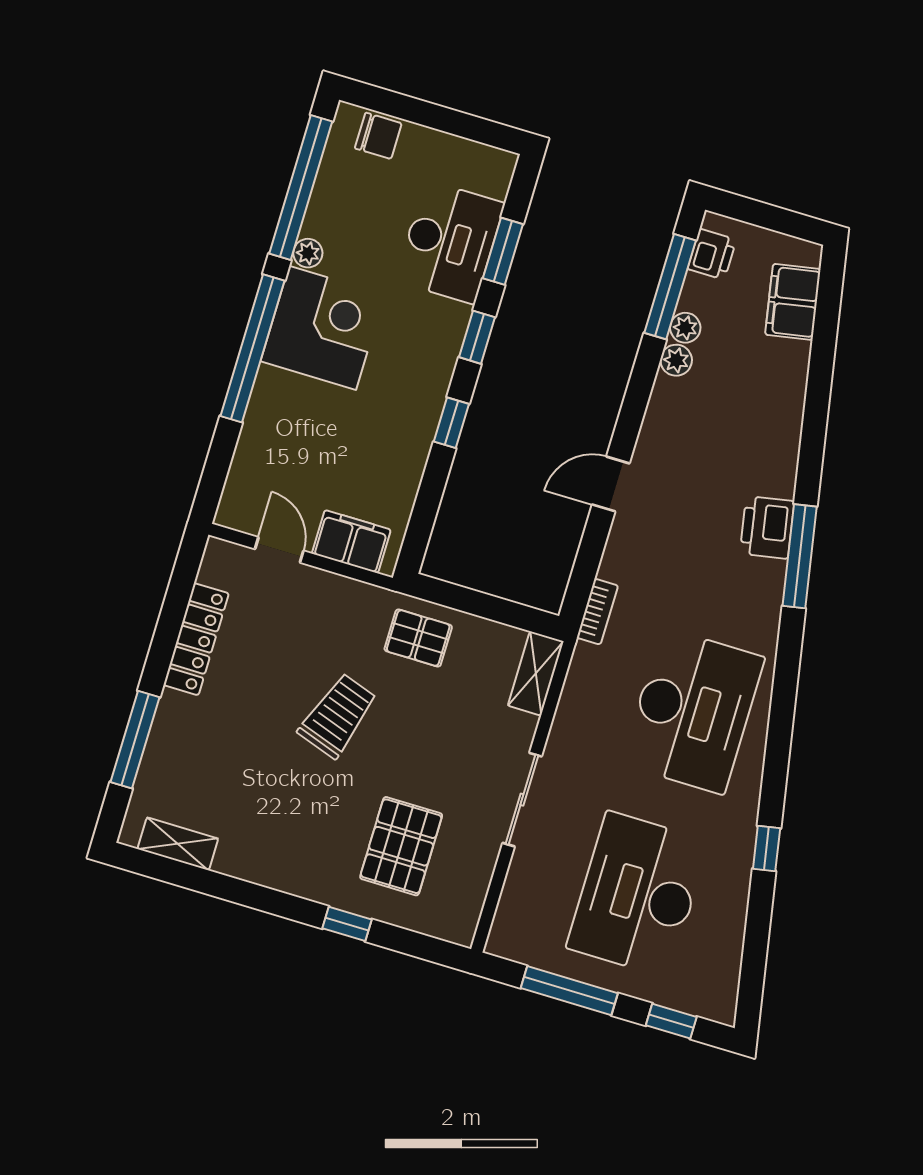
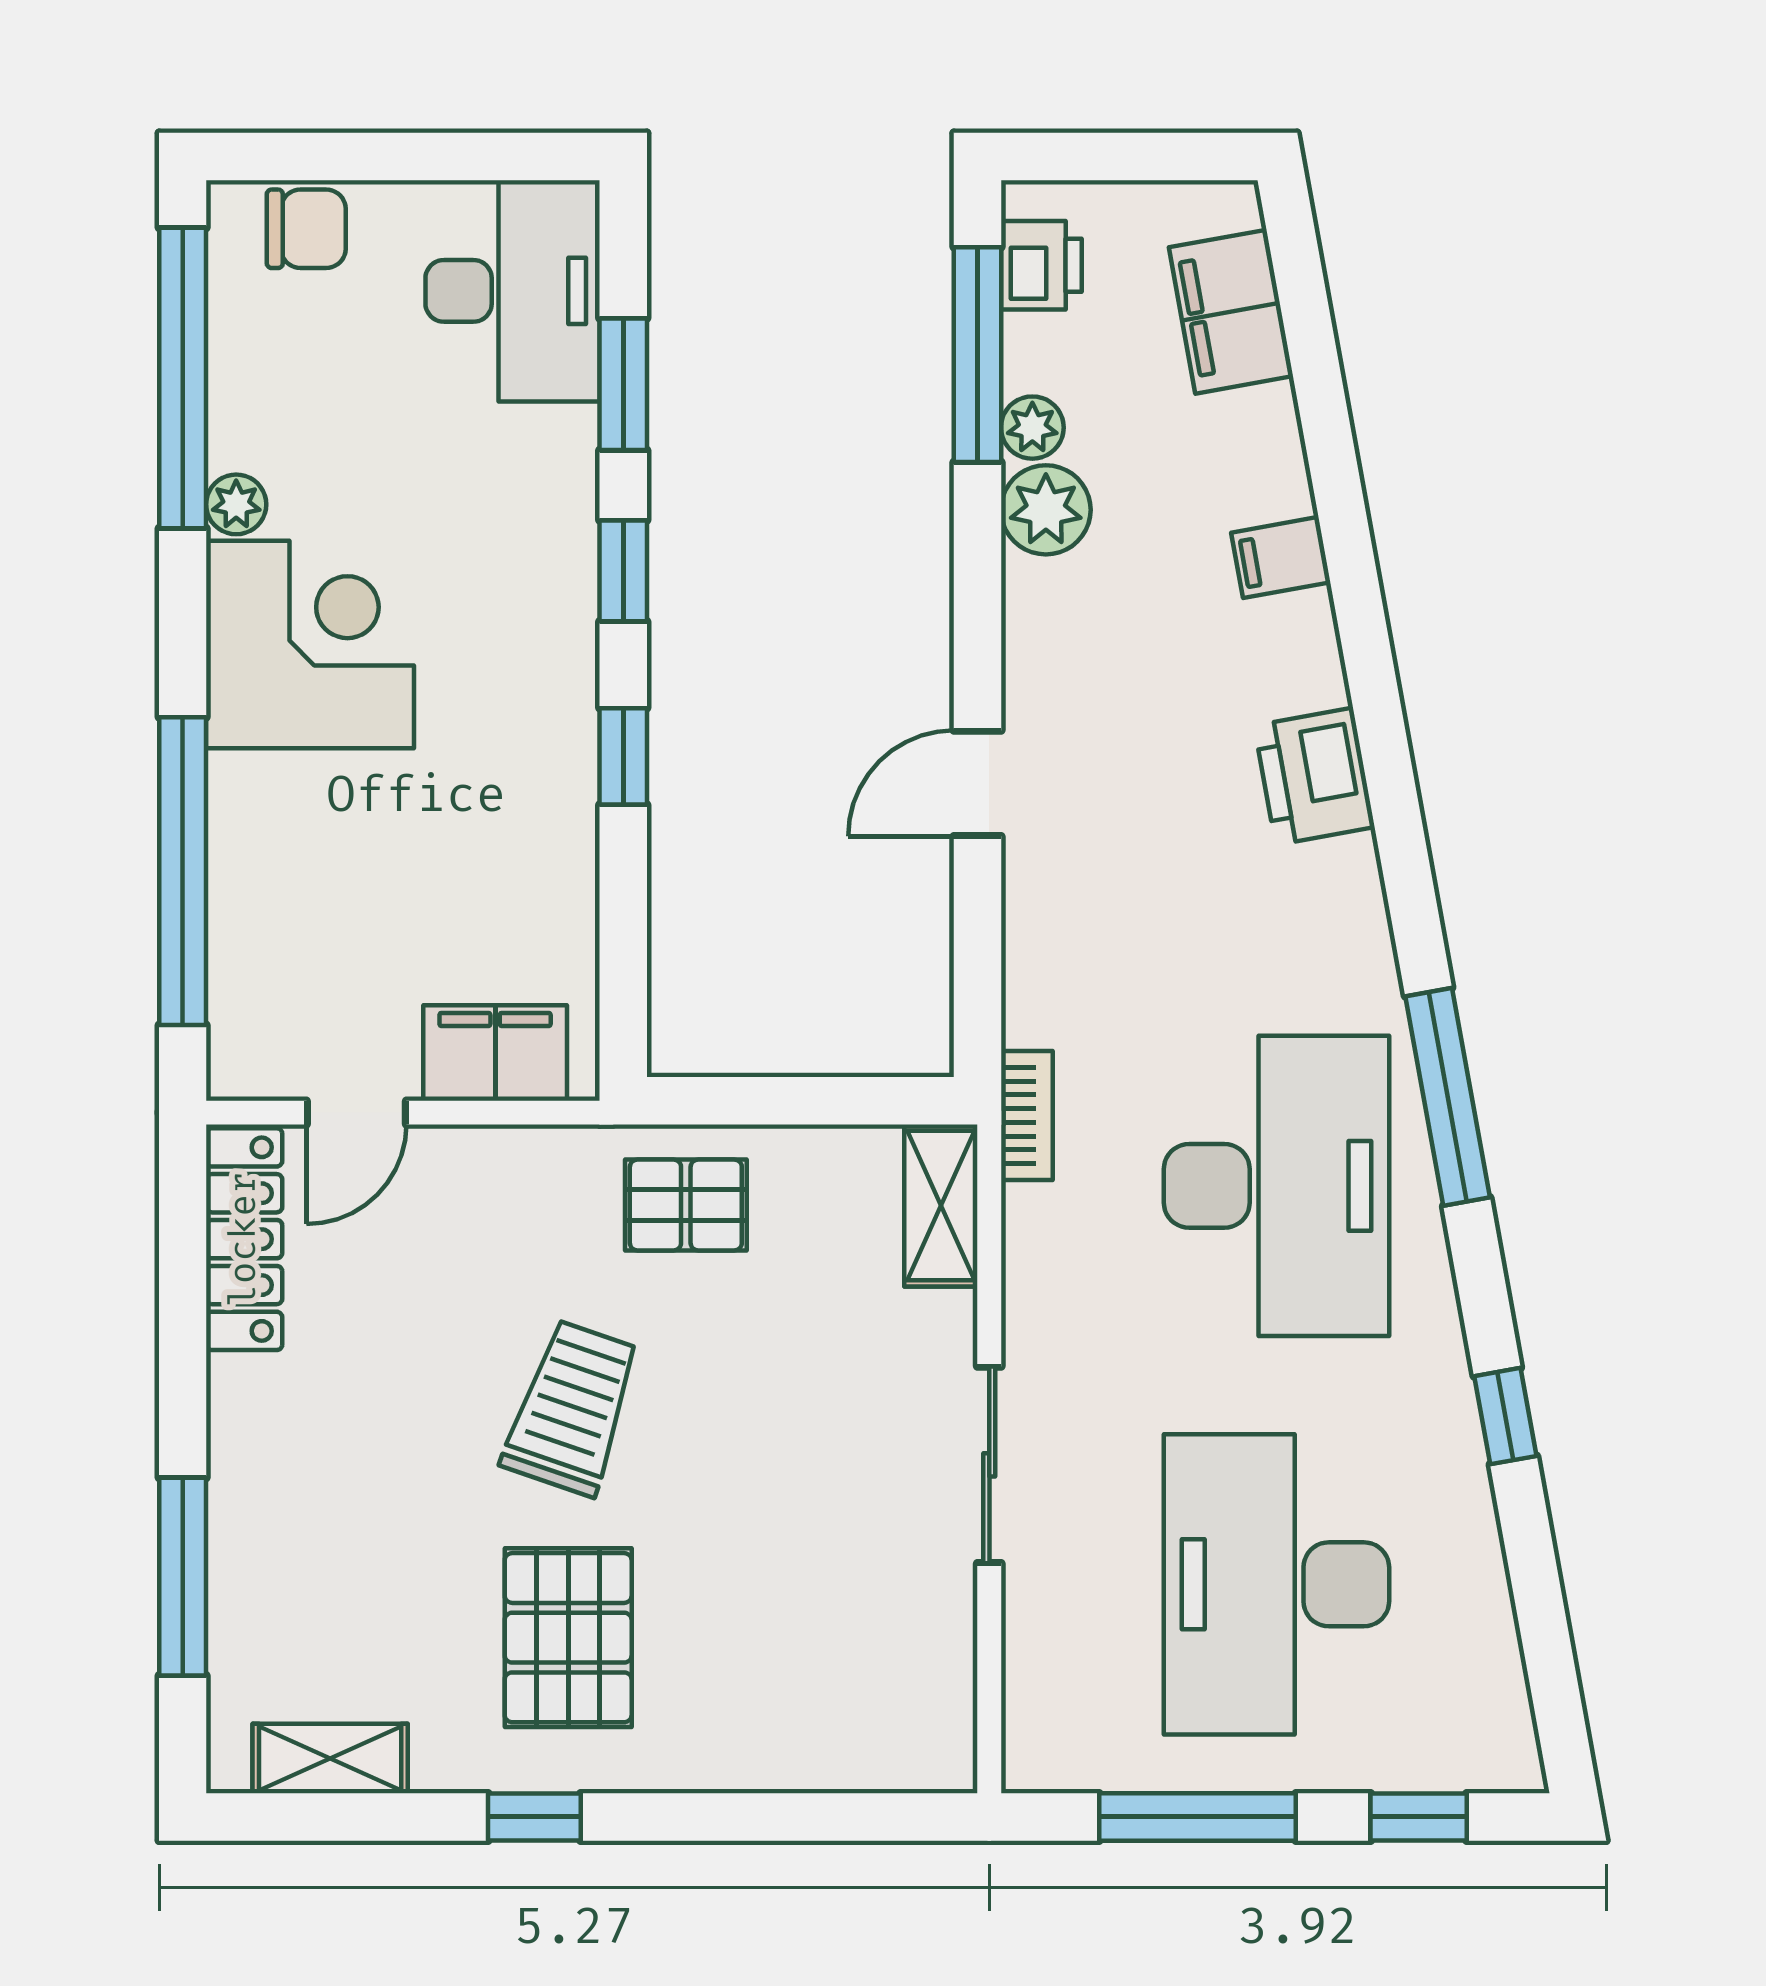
desk: (450, 242) -> (513, 291), moved
window: (252, 348) -> (183, 871), moved
plant: (676, 360) -> (1046, 510), width x1.38, depth x1.38
filing cabinet: (782, 422) -> (1281, 557), added
door: (279, 550) -> (356, 1113), swing flipped
window: (800, 556) -> (1448, 1097), moved
bookcase: (597, 612) -> (1027, 1115), moved
locker: (196, 639) -> (244, 1239), moved
pallet: (401, 846) -> (568, 1638), moved
window: (347, 924) -> (534, 1817), moved

